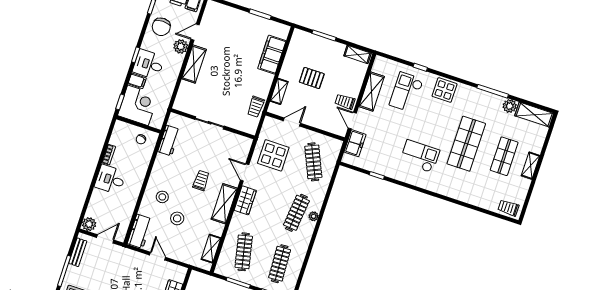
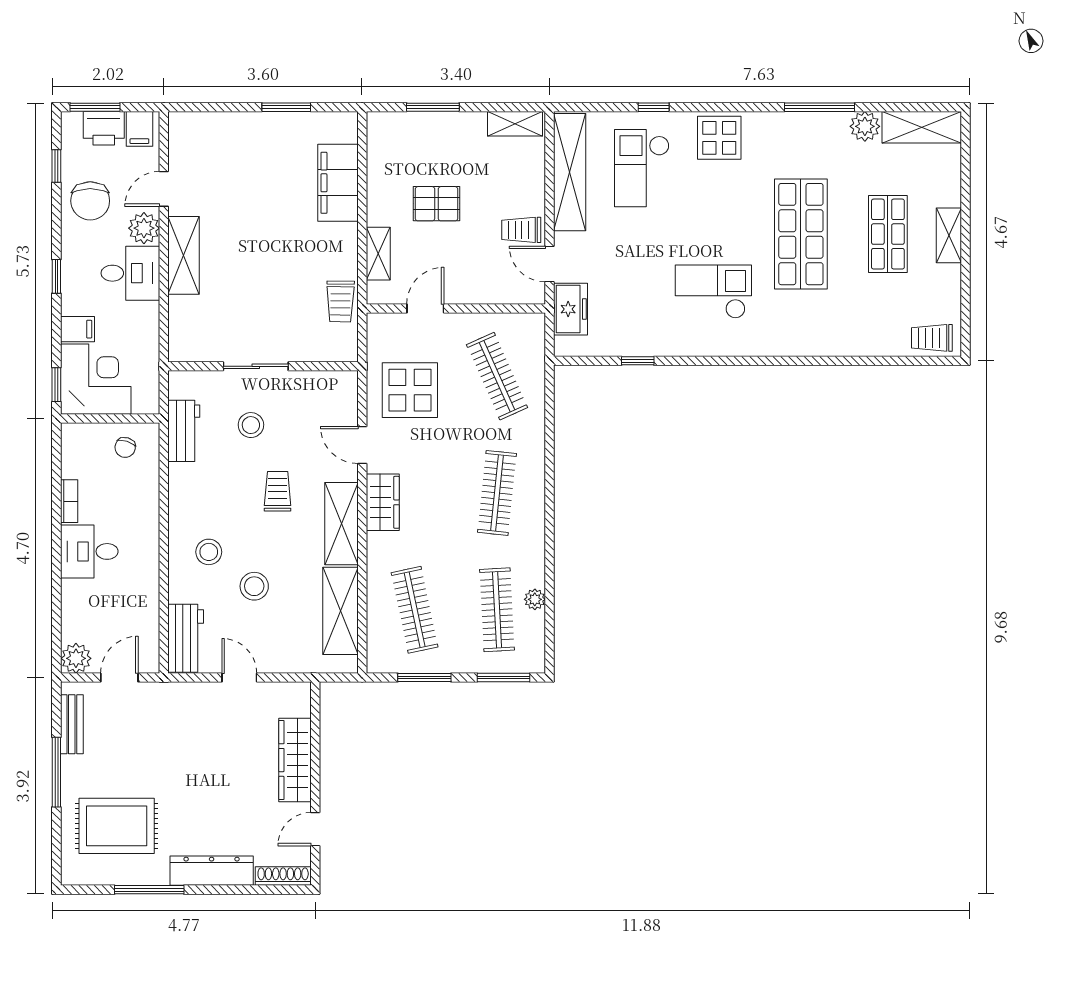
desk: (149, 64) -> (130, 273), moved, turned 180
shelving: (372, 92) -> (570, 172), width x1.47
stool: (199, 148) -> (251, 425), added
plant: (314, 216) -> (535, 599), moved
shelving: (211, 249) -> (341, 611), width x1.50, depth x1.33

